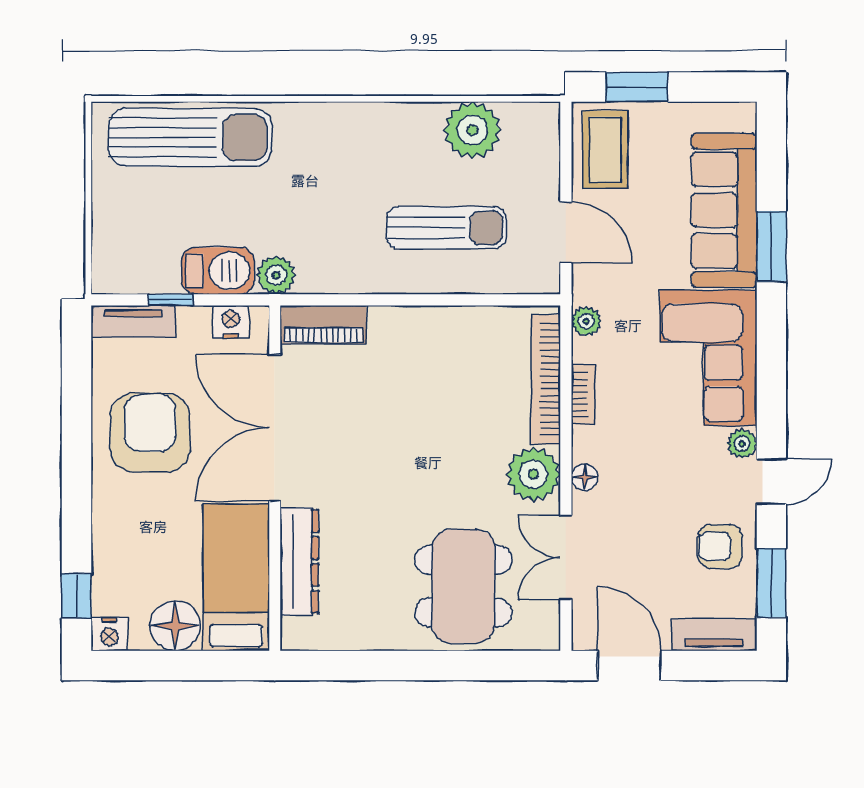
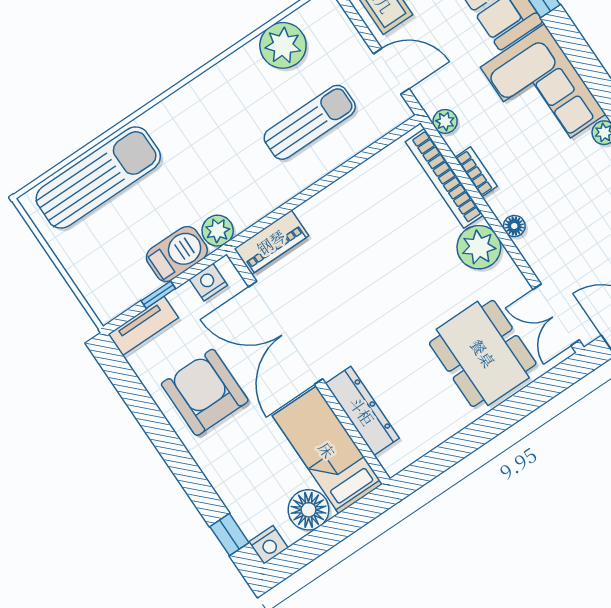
double door: (566, 558) -> (556, 315), moved

